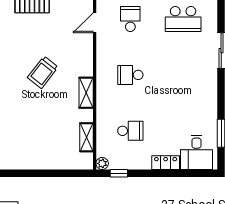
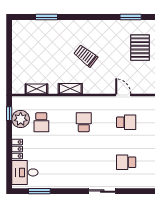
school desk: (183, 19) -> (126, 162), width x0.54
plant: (102, 163) -> (21, 119), moved, width x1.88, depth x1.88

